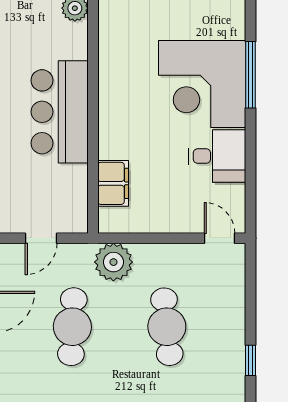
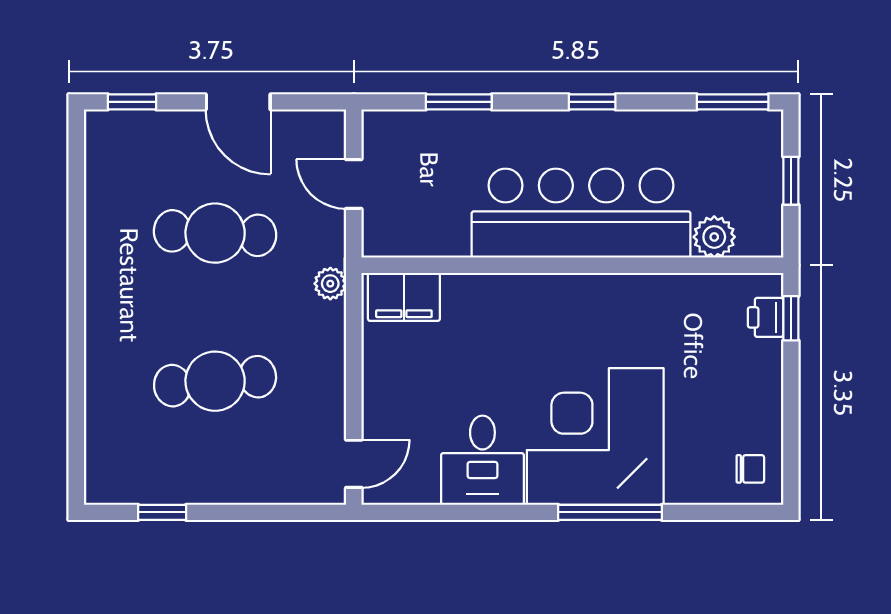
bar counter: (60, 112) -> (581, 213), width x1.36
filing cabinet: (113, 183) -> (404, 297), moved
plant: (113, 262) -> (330, 284), width x0.53, depth x0.53

